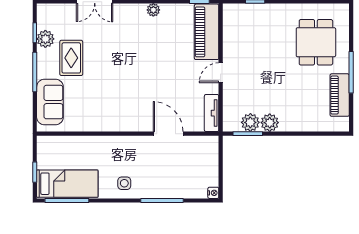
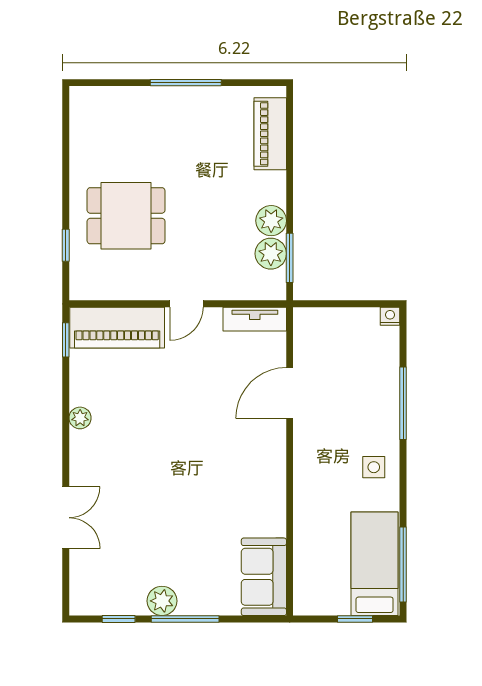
plant: (45, 39) -> (162, 601), moved
dining table: (316, 42) -> (126, 216), moved
rug: (71, 58) -> (161, 557), removed
door: (221, 73) -> (186, 304), hinge flipped
piano: (340, 95) -> (270, 134), moved, turned 90
sofa: (50, 102) -> (264, 577), moved, turned -90

